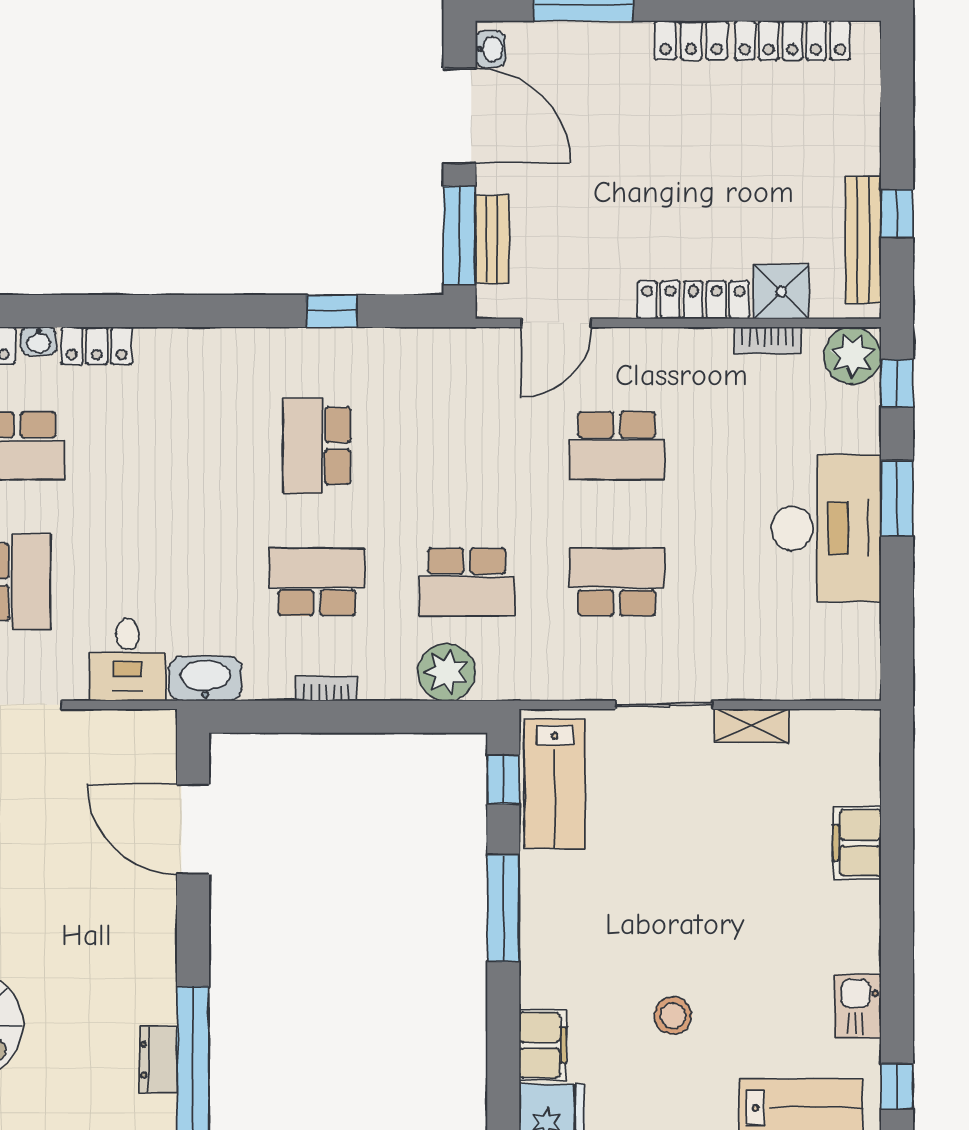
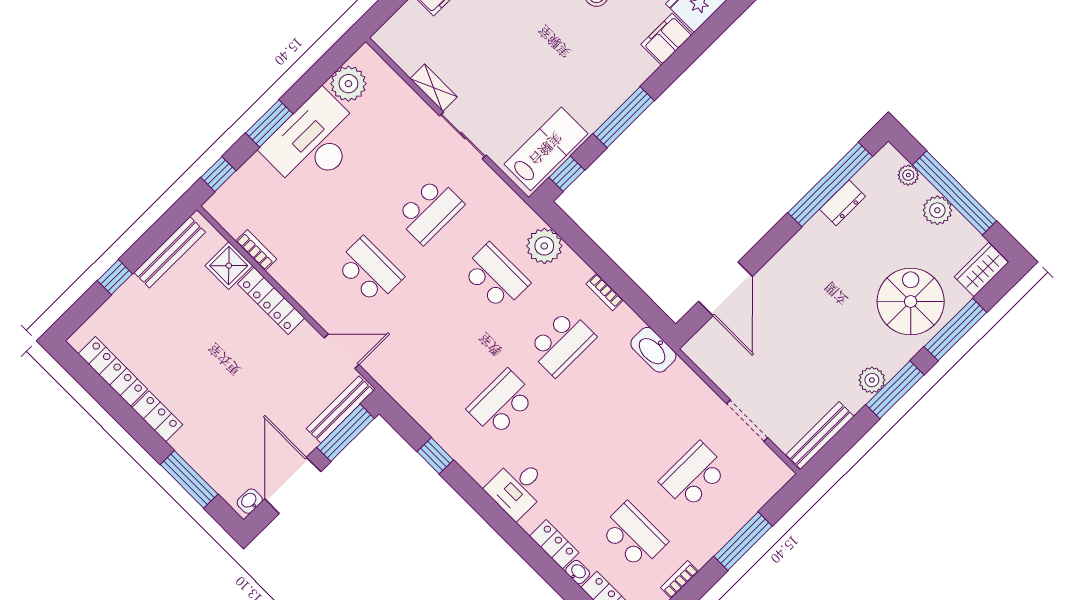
window: (897, 213) -> (115, 277), moved
bench: (492, 239) -> (340, 410), width x1.36
plant: (852, 356) -> (348, 84), moved
school desk: (317, 446) -> (501, 403), turned 180
school desk: (317, 582) -> (562, 343), turned -90
school desk: (617, 582) -> (430, 211), turned -90
desk: (128, 660) -> (517, 488), moved, turned 180

